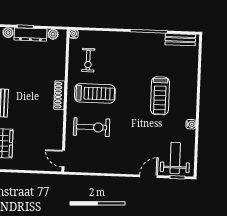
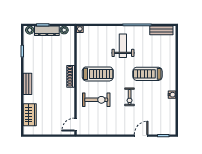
exercise bike: (88, 60) -> (130, 97), moved
treadmill: (160, 96) -> (148, 74), turned 90
weight bench: (175, 158) -> (123, 46), moved
door: (63, 159) -> (76, 125), hinge flipped

